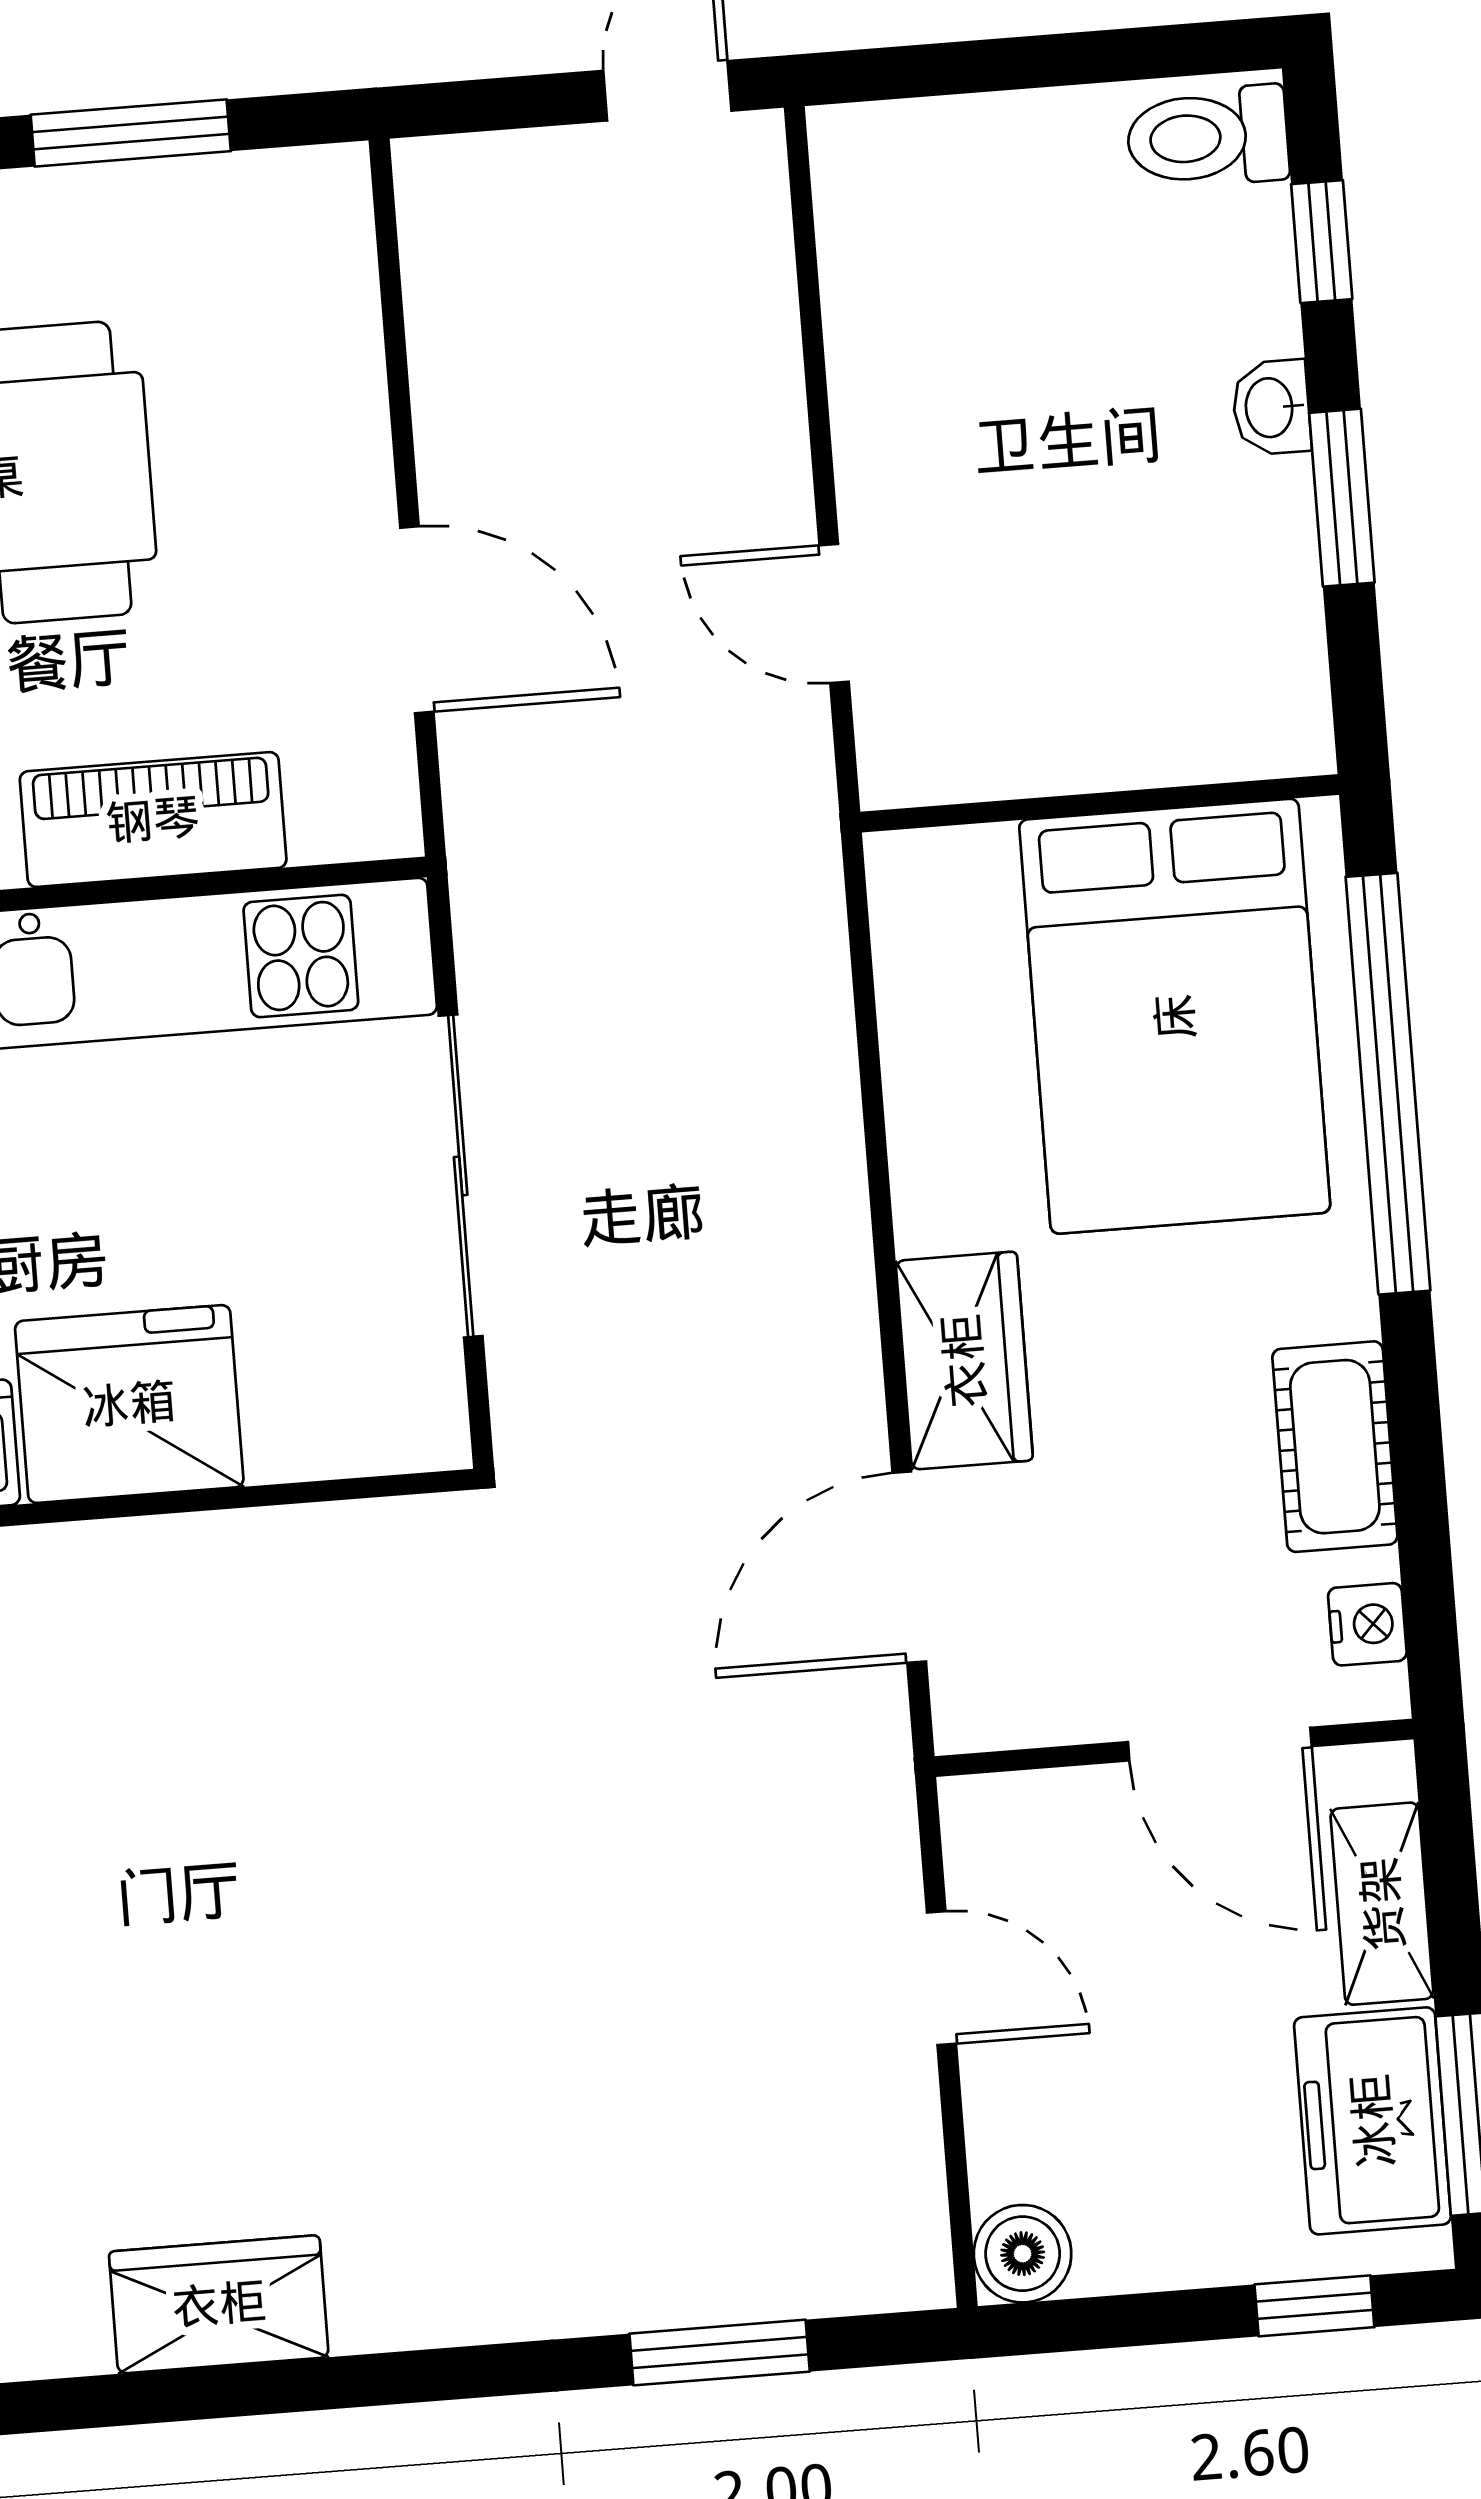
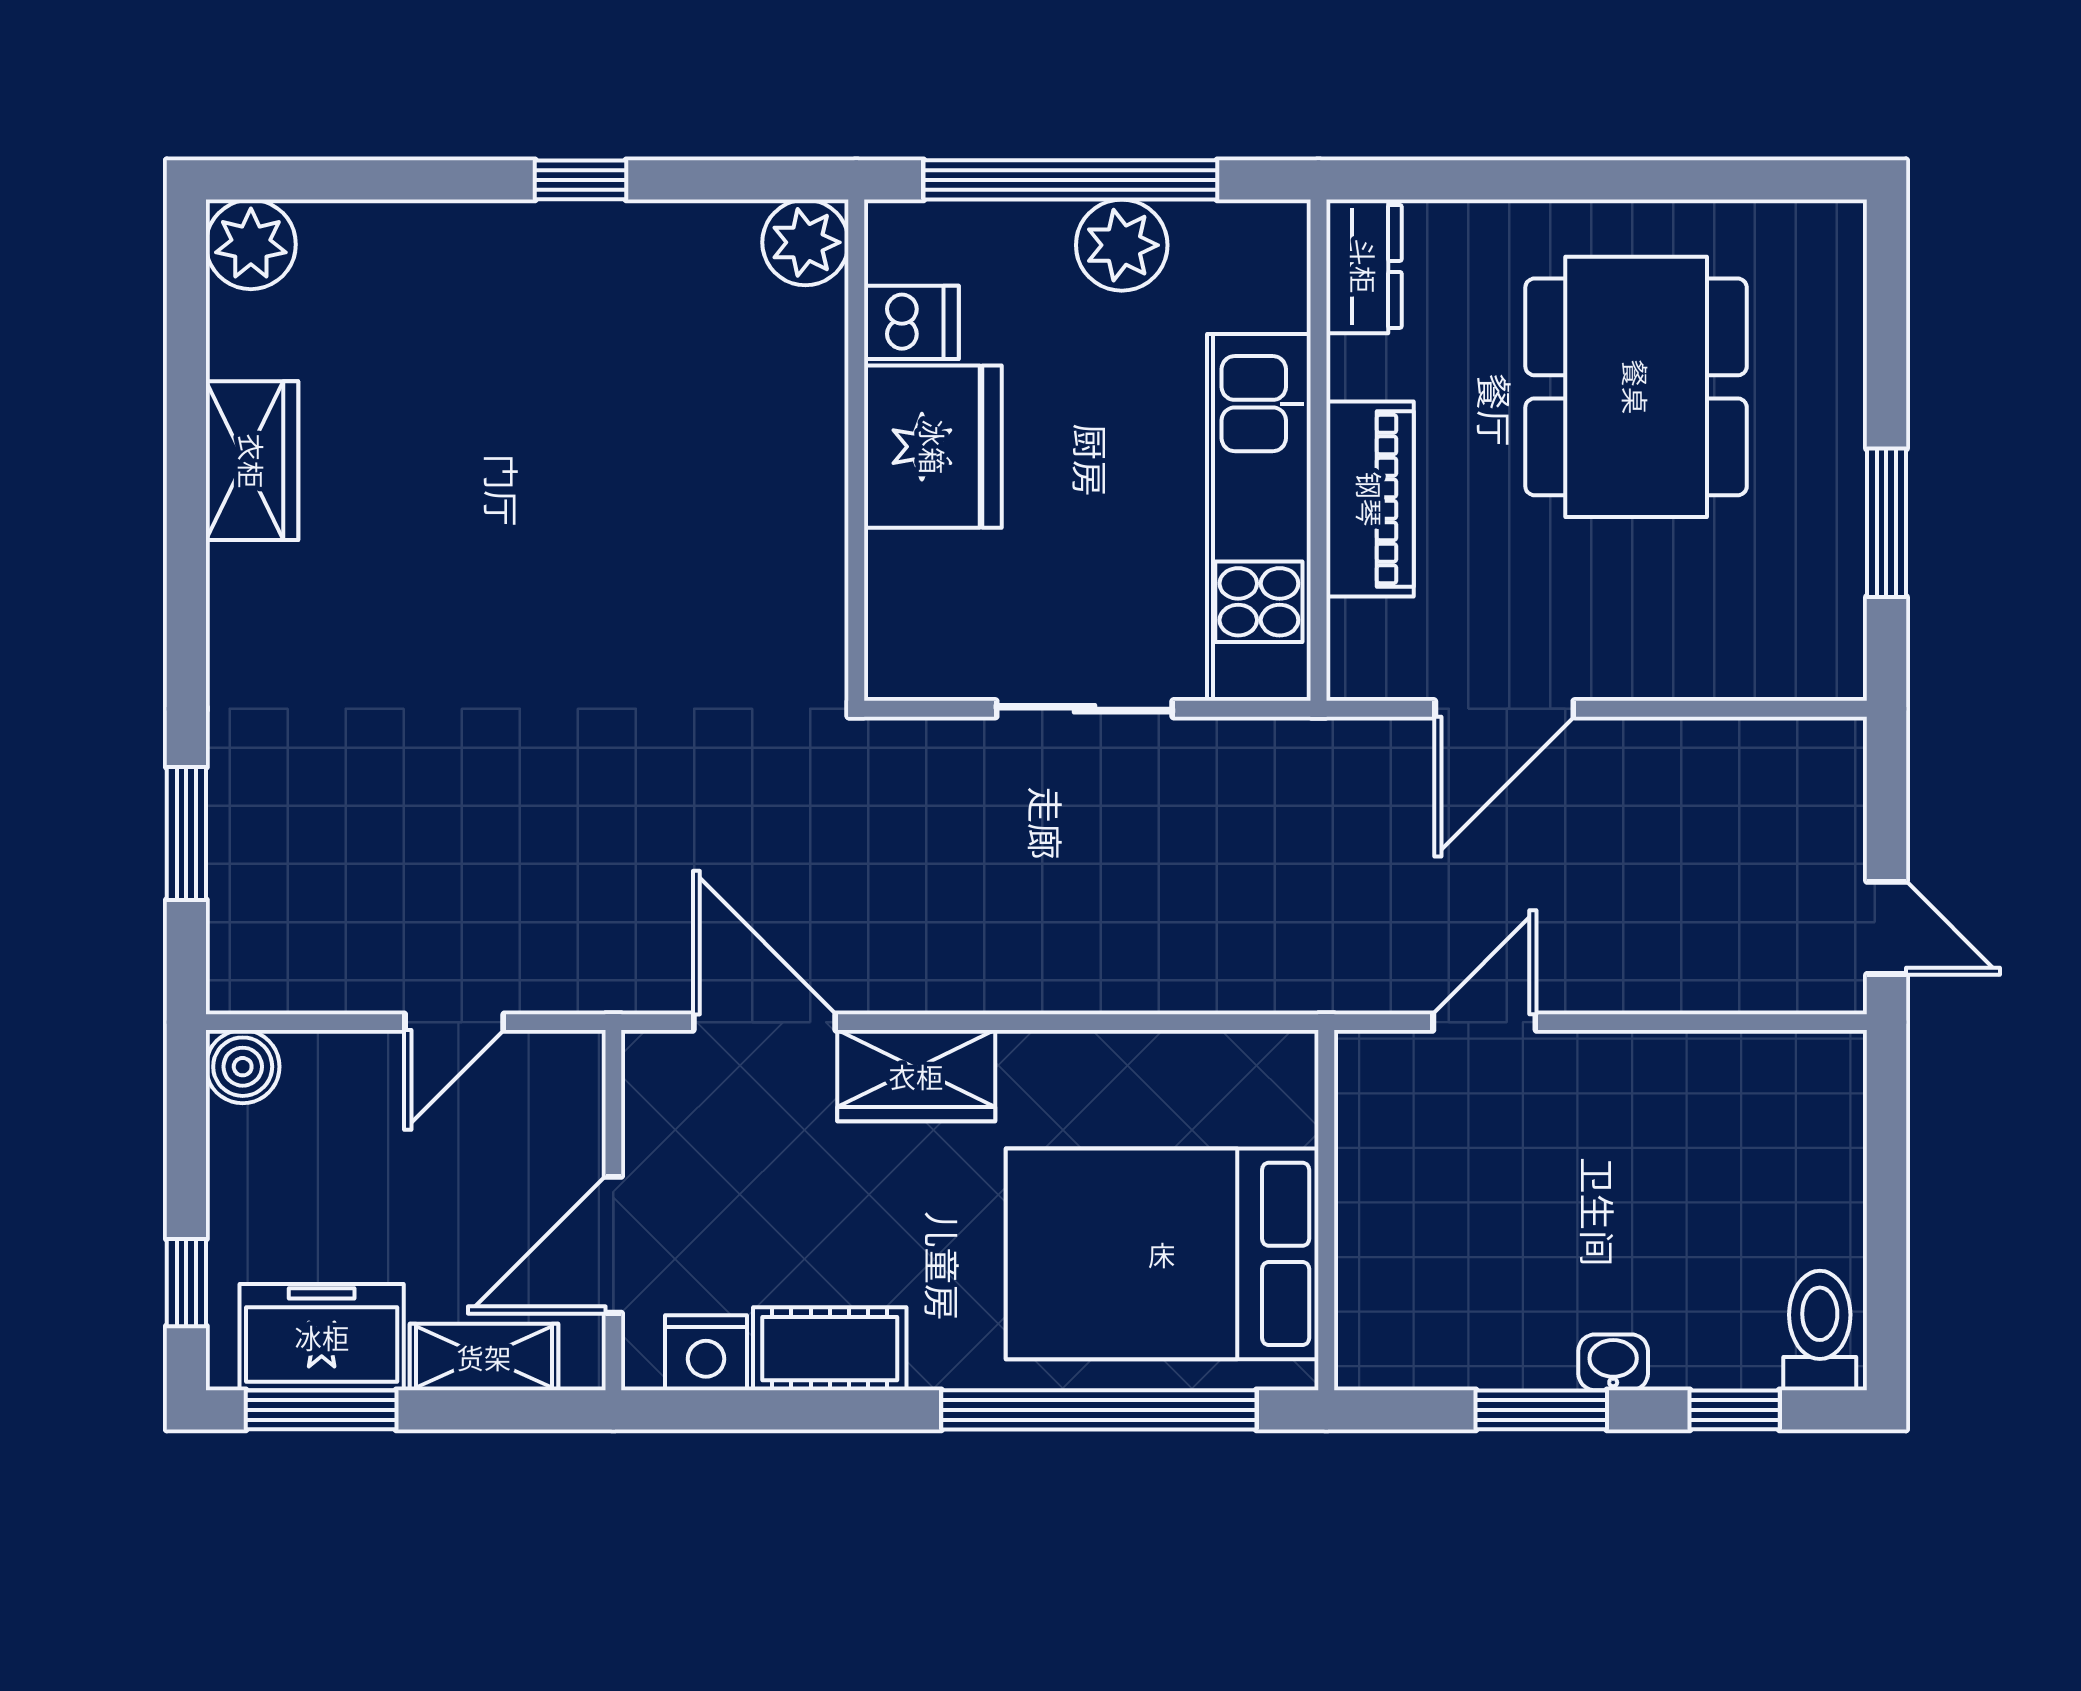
sliding door: (461, 1176) -> (1084, 709), width x0.73
nightstand: (1367, 1624) -> (706, 1353), width x1.39, depth x1.35

